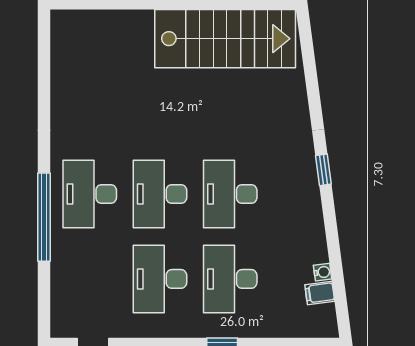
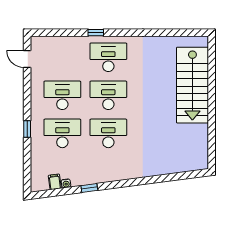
stairs: (225, 39) -> (192, 85), moved
window: (323, 170) -> (89, 188), moved
window: (44, 217) -> (96, 33), width x0.32

